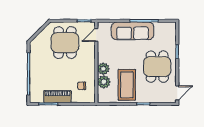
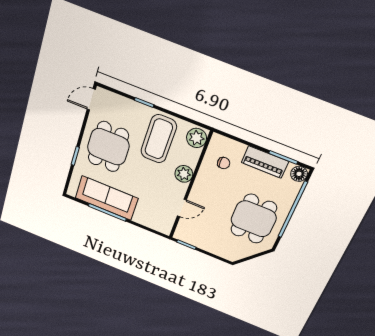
sofa: (133, 31) -> (107, 198), moved
door: (96, 35) -> (182, 208), moved
dining table: (65, 43) -> (254, 219), moved
plant: (104, 82) -> (197, 138), moved
floor lamp: (35, 98) -> (299, 174), added

